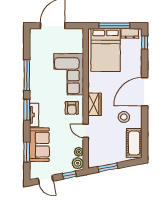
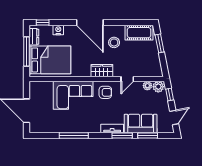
nightstand: (137, 59) -> (58, 30), added
window: (27, 110) -> (122, 135), moved
window: (108, 167) -> (160, 43), moved

